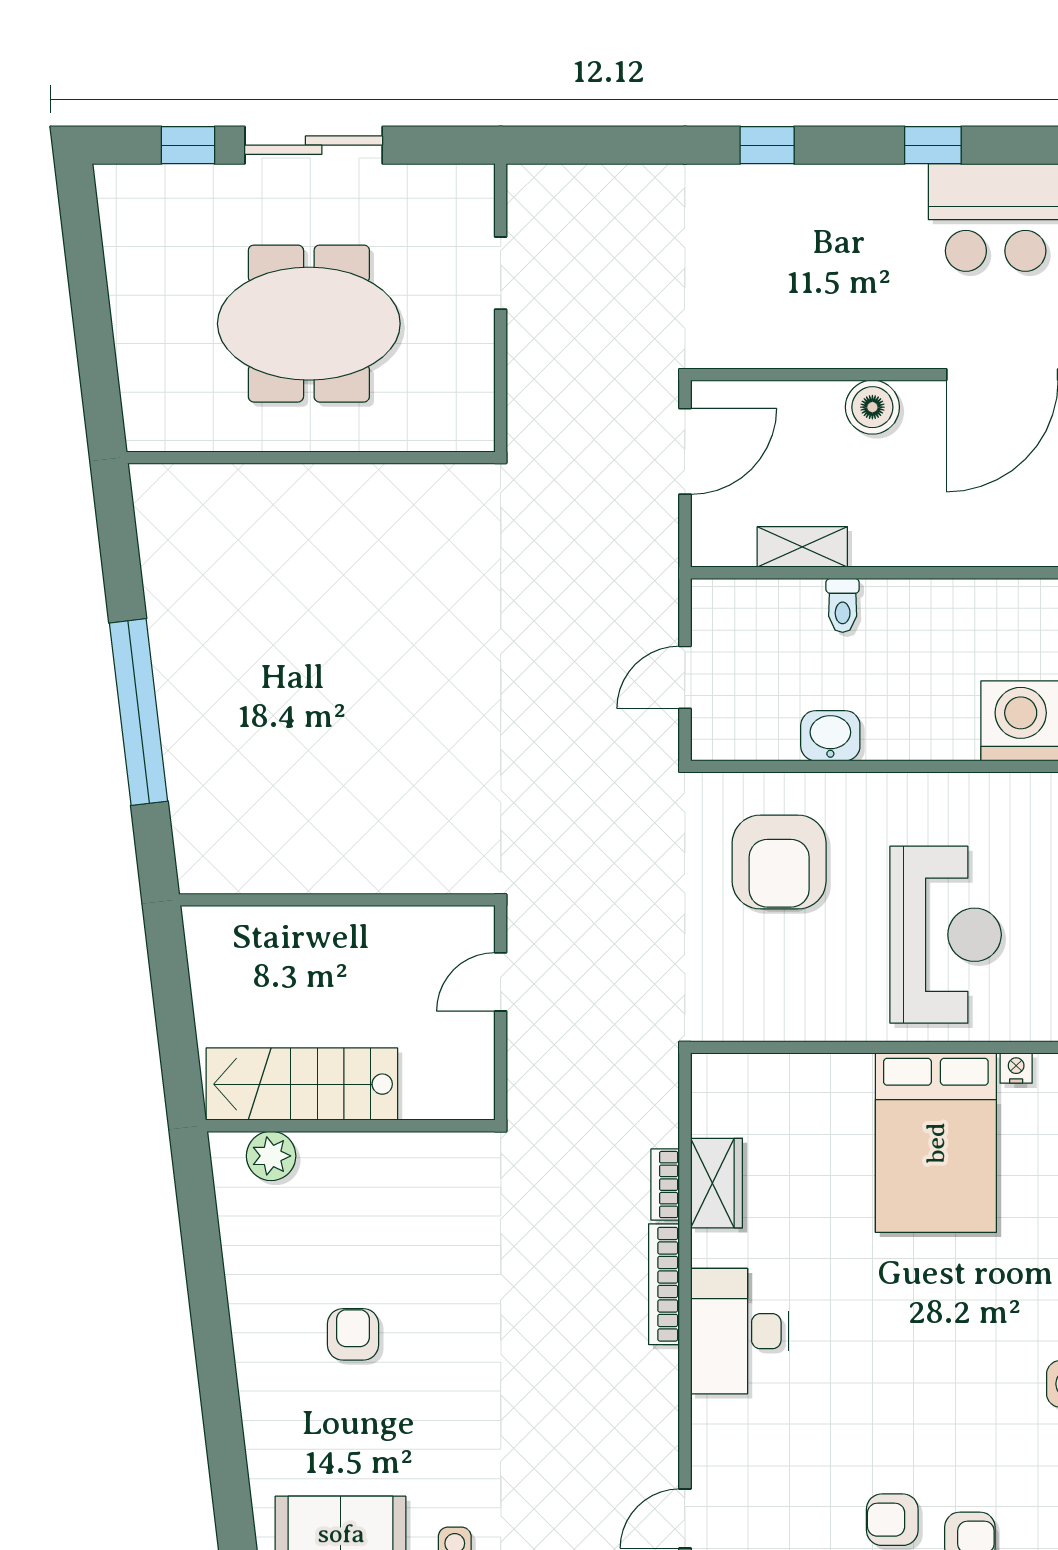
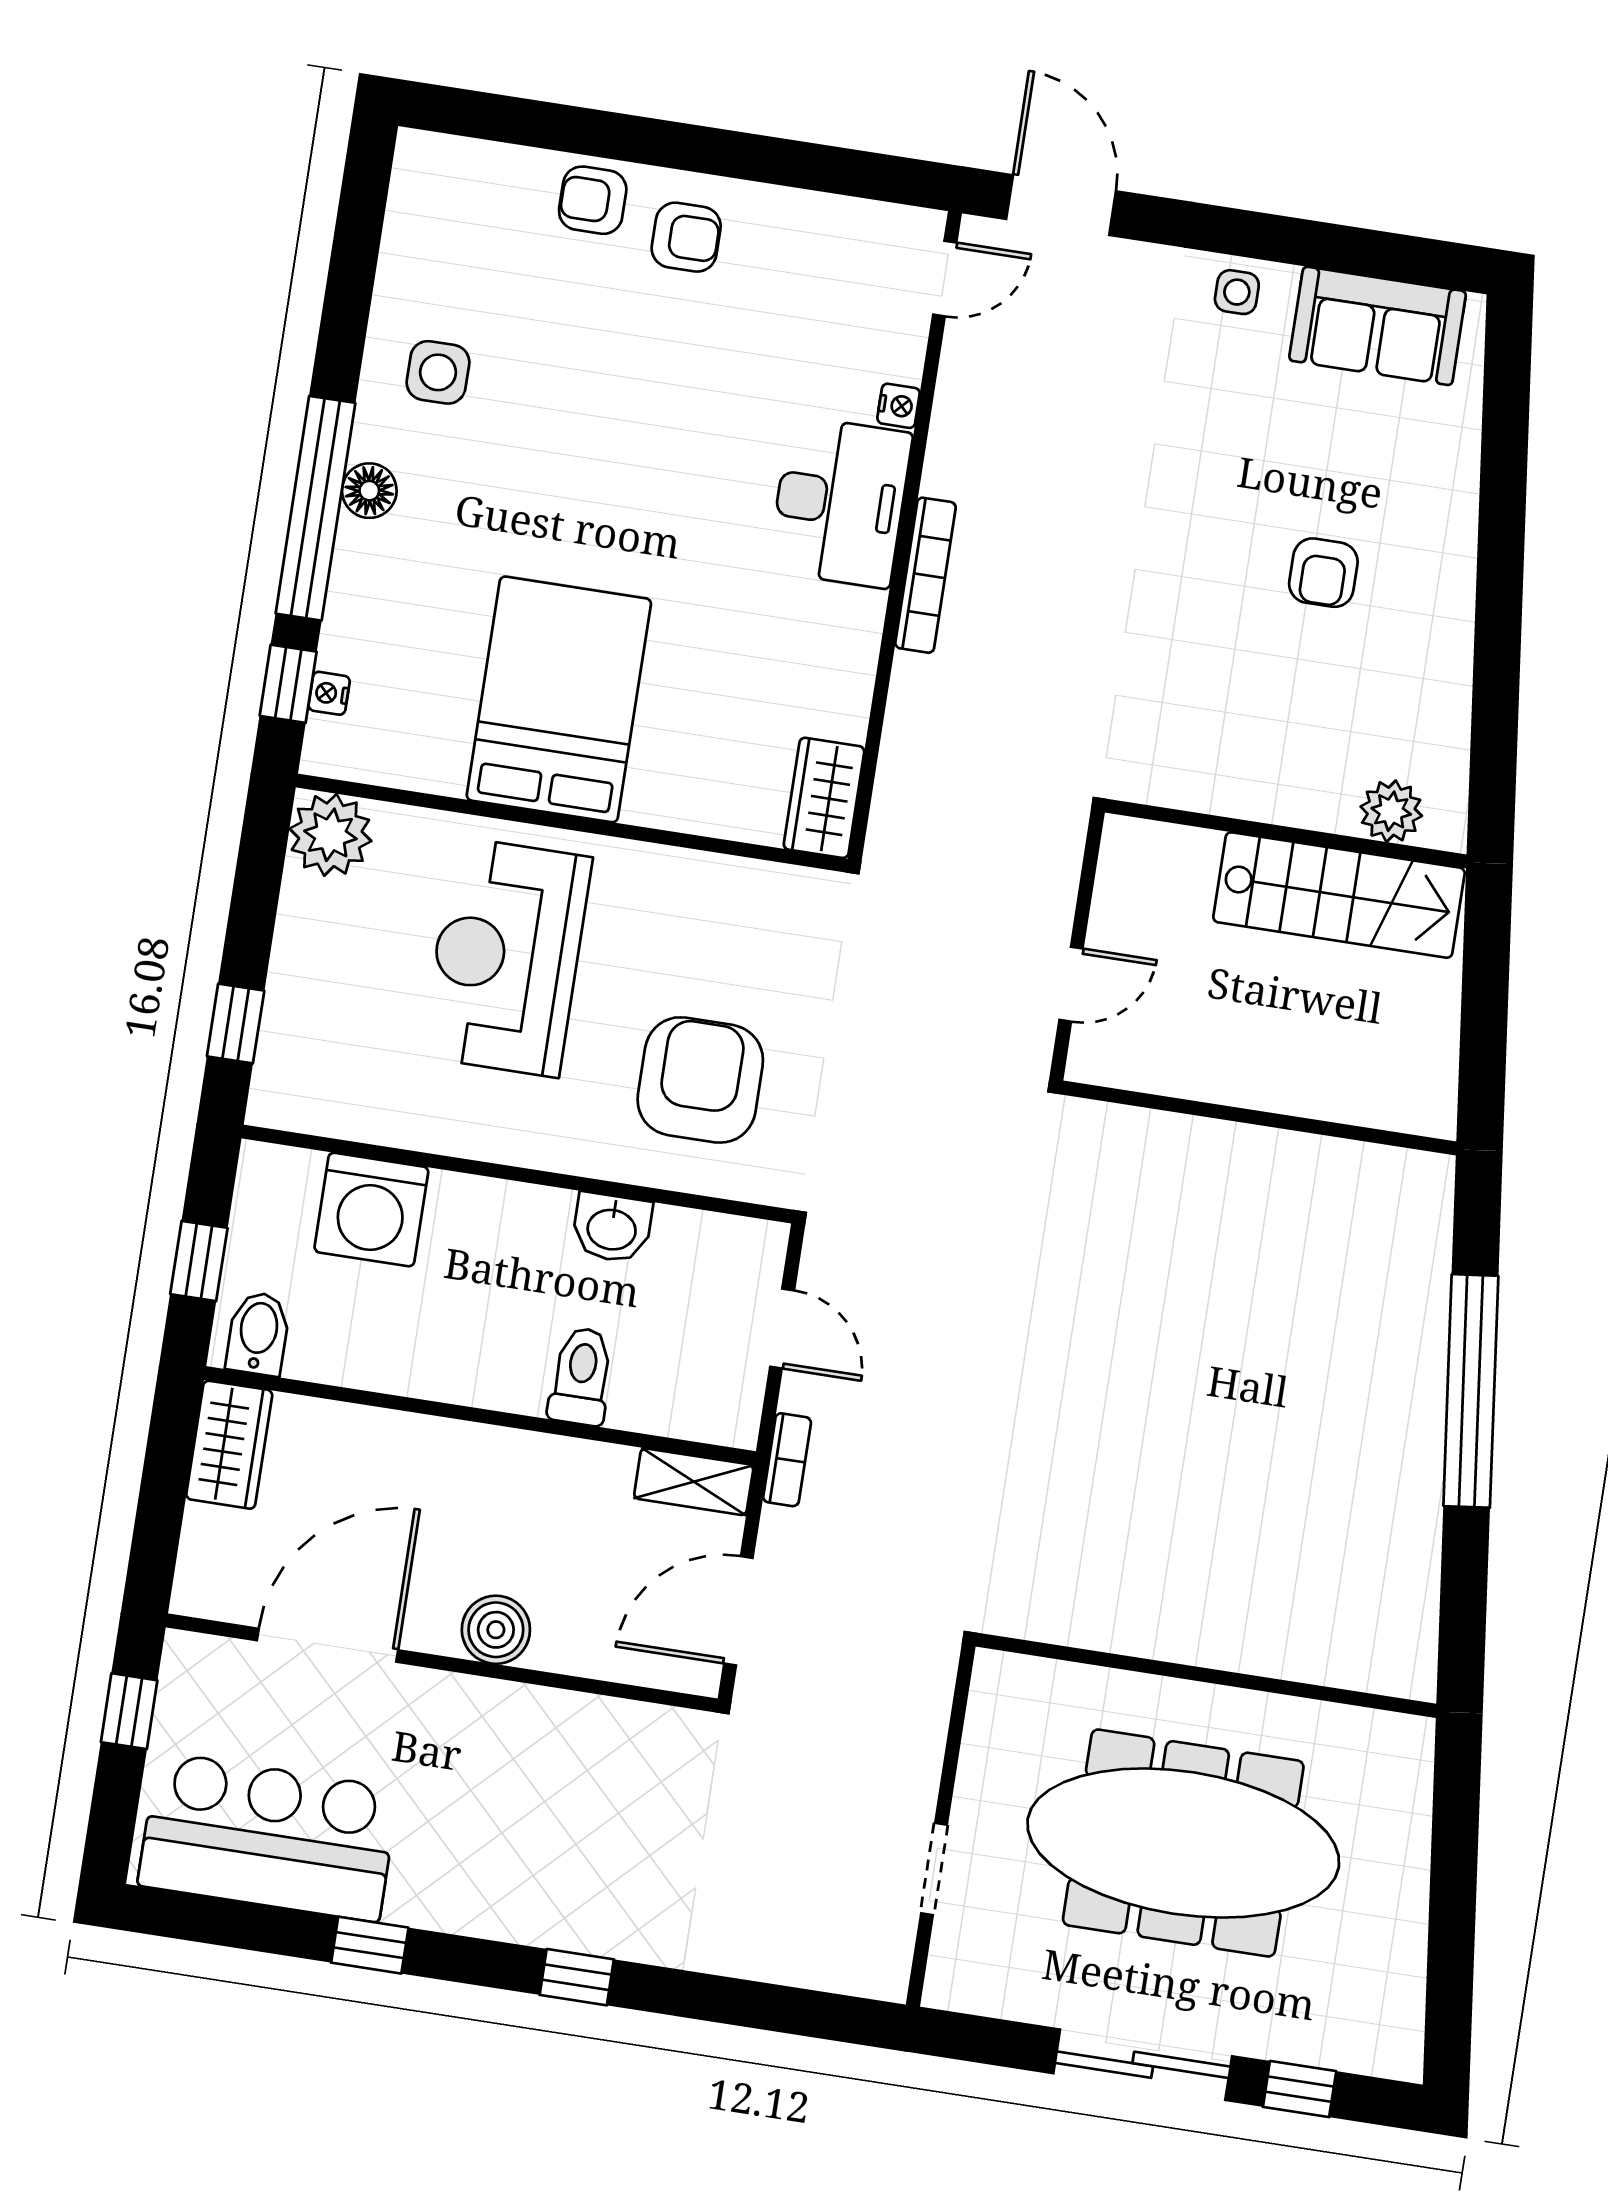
meeting table: (309, 324) -> (1183, 1843), width x1.36
shelving: (802, 547) -> (694, 1482), moved
toilet: (843, 605) -> (581, 1376), width x1.37, depth x1.39
door: (685, 677) -> (782, 1329), hinge flipped
nightstand: (1016, 1068) -> (899, 406), moved, turned -90
wardrobe: (716, 1183) -> (824, 798), moved
bookcase: (665, 1185) -> (787, 1460), moved

